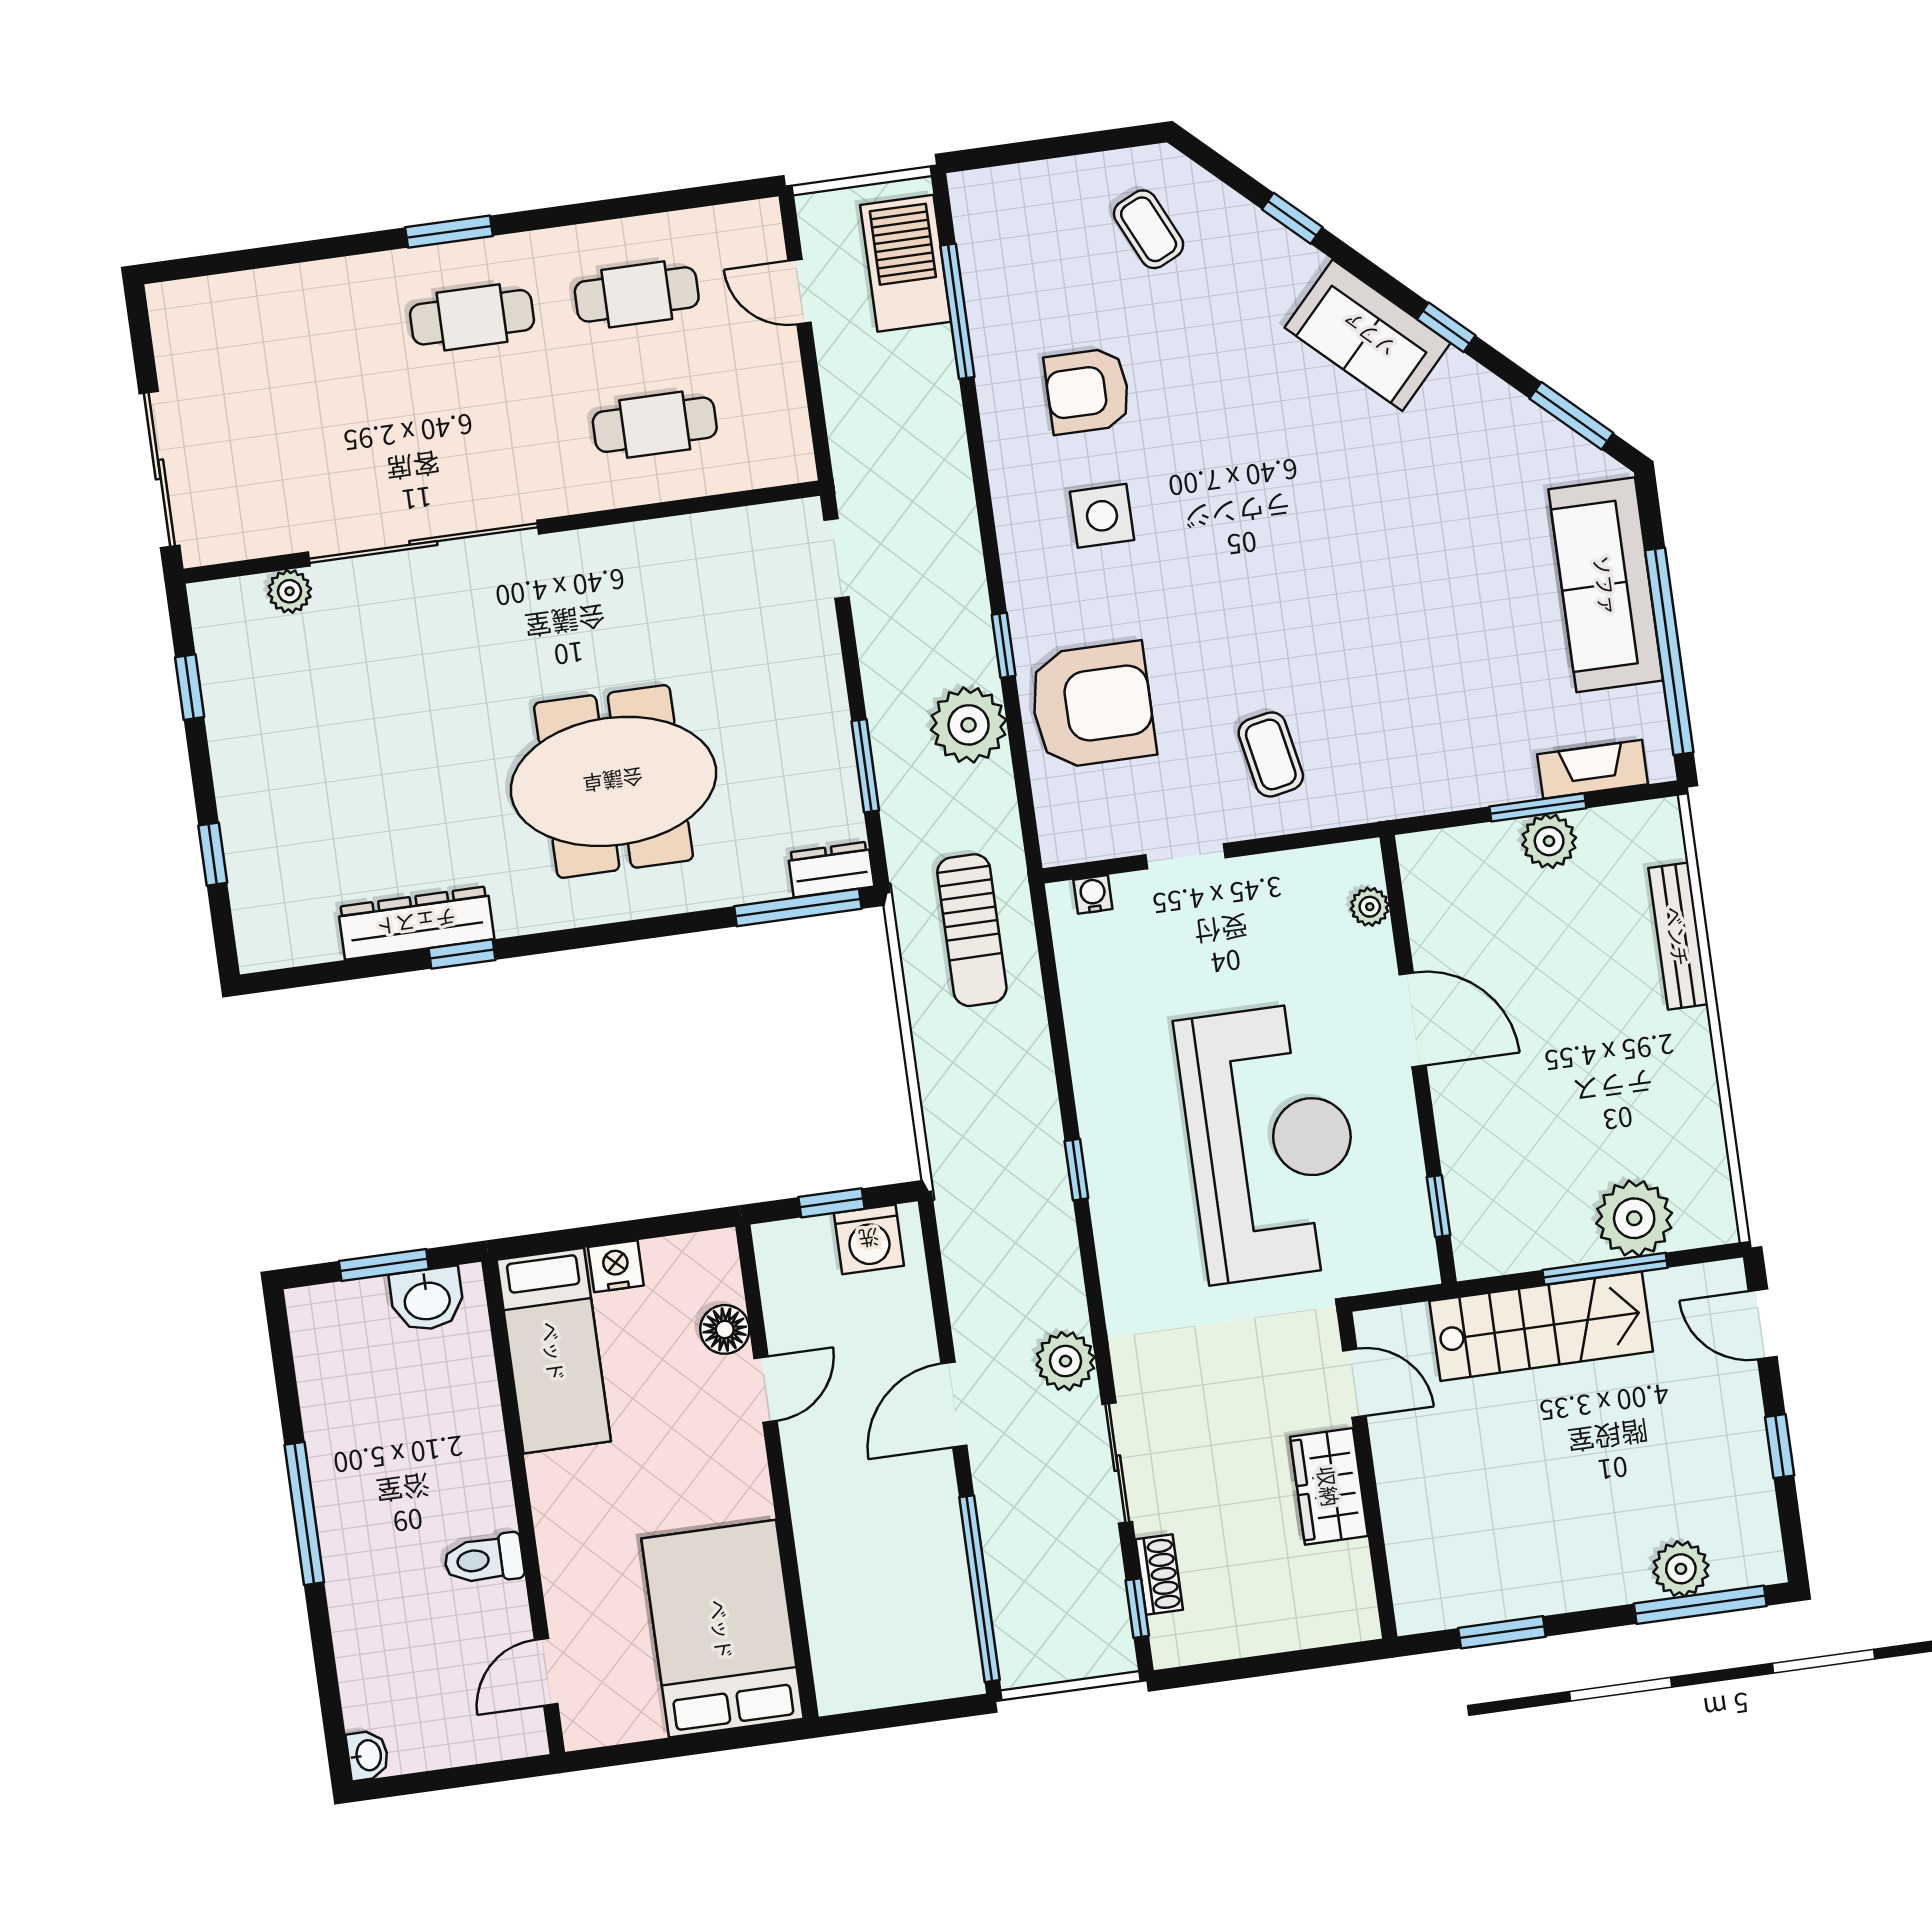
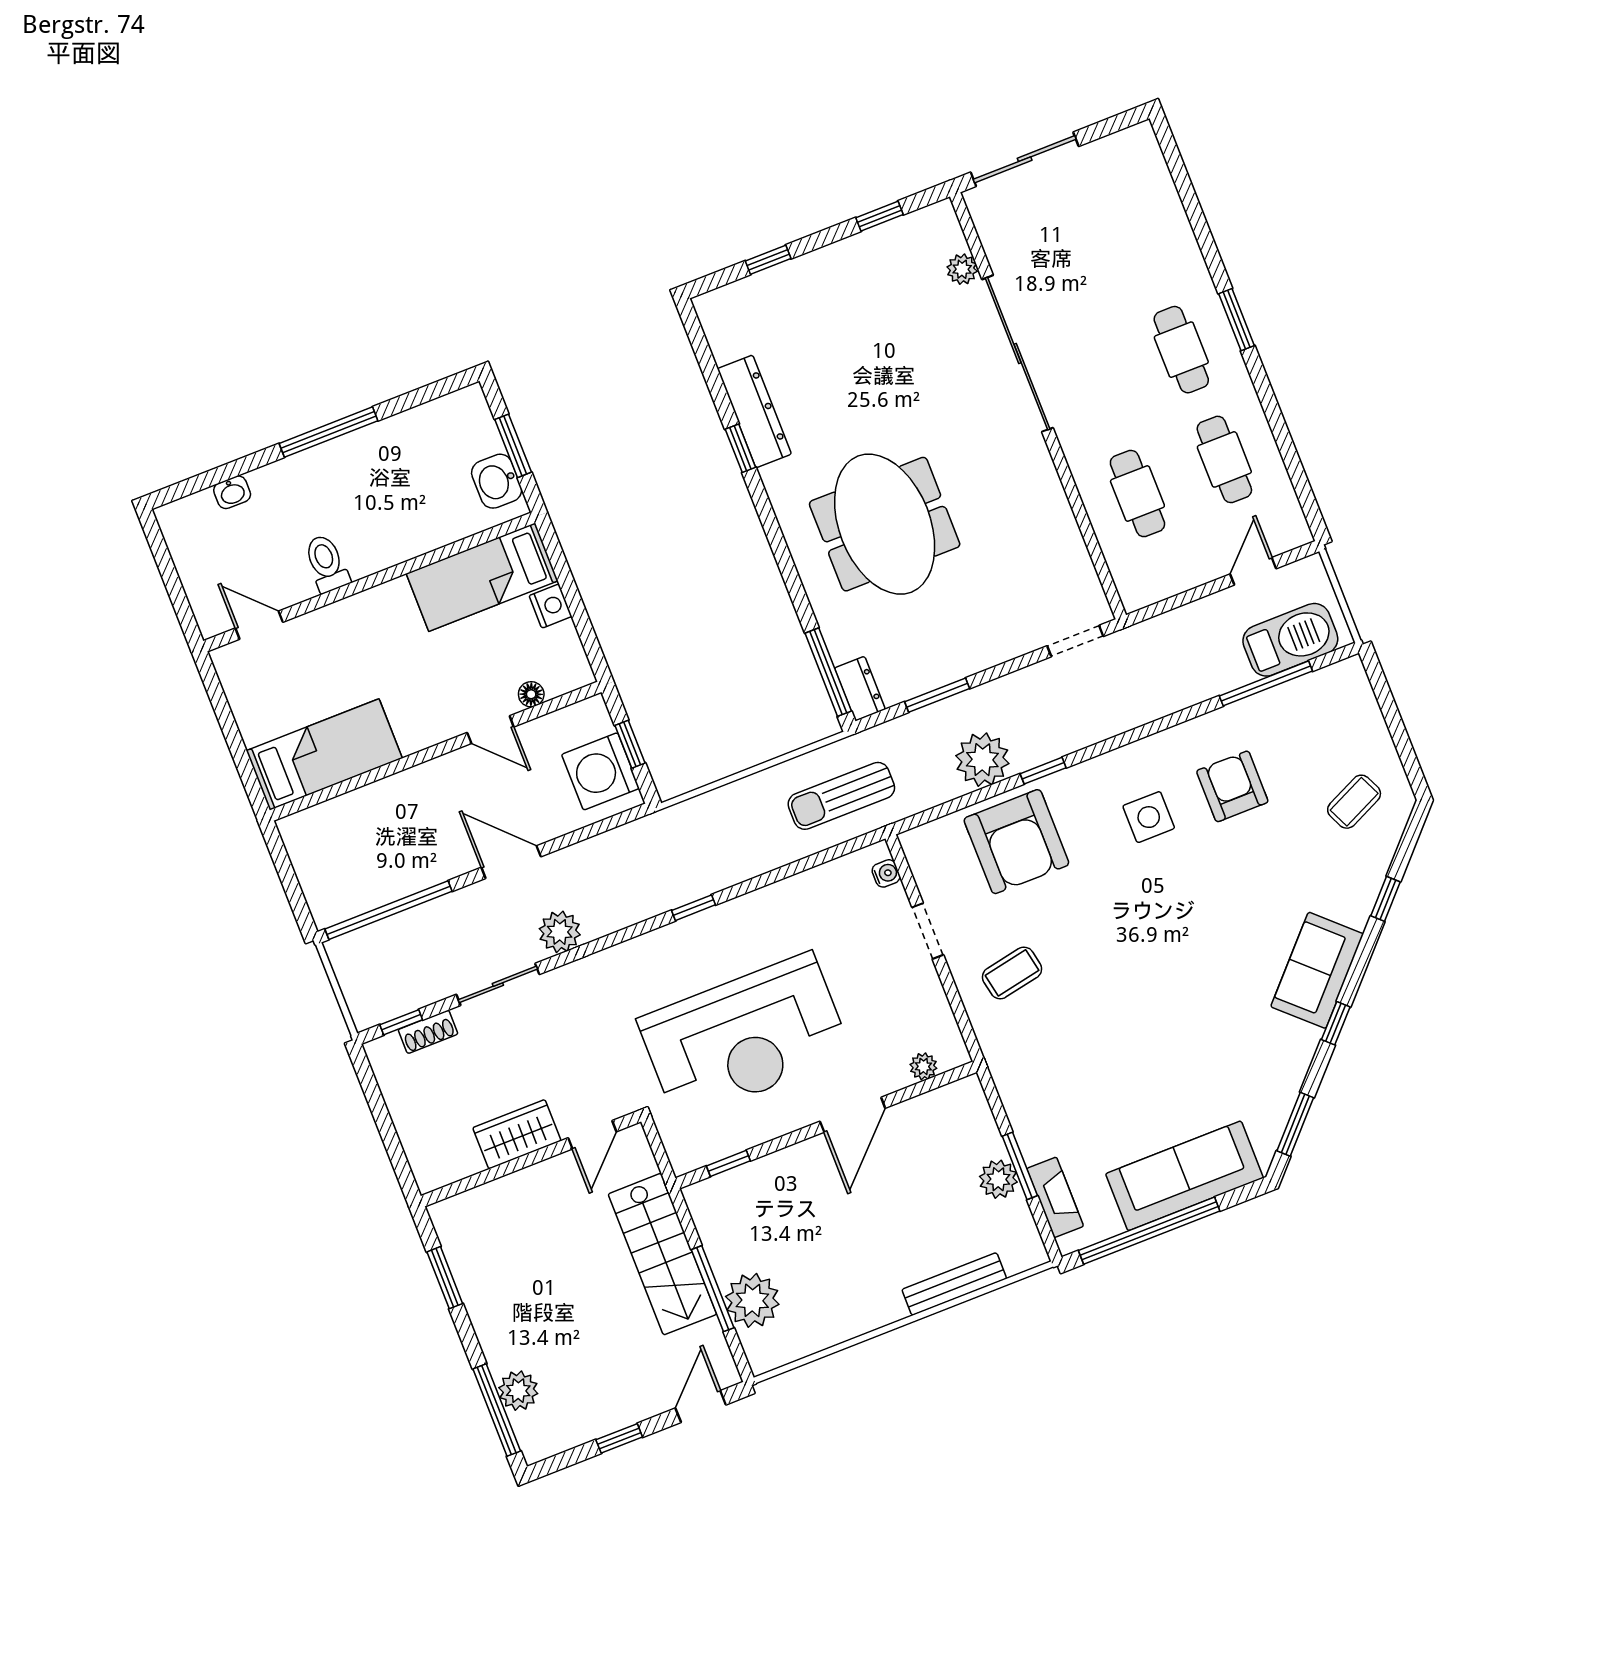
washing machine: (869, 1239) -> (601, 771), width x1.37, depth x1.37
floor lamp: (725, 1329) -> (531, 694), width x0.73, depth x0.73
bed: (722, 1629) -> (324, 754), width x0.67
washbasin: (368, 1755) -> (232, 492), moved

